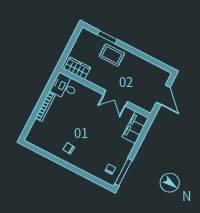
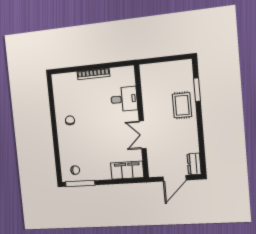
wardrobe: (77, 68) -> (148, 80), removed
dresser: (161, 73) -> (194, 164), added
desk: (64, 87) -> (124, 99), moved, turned 90

